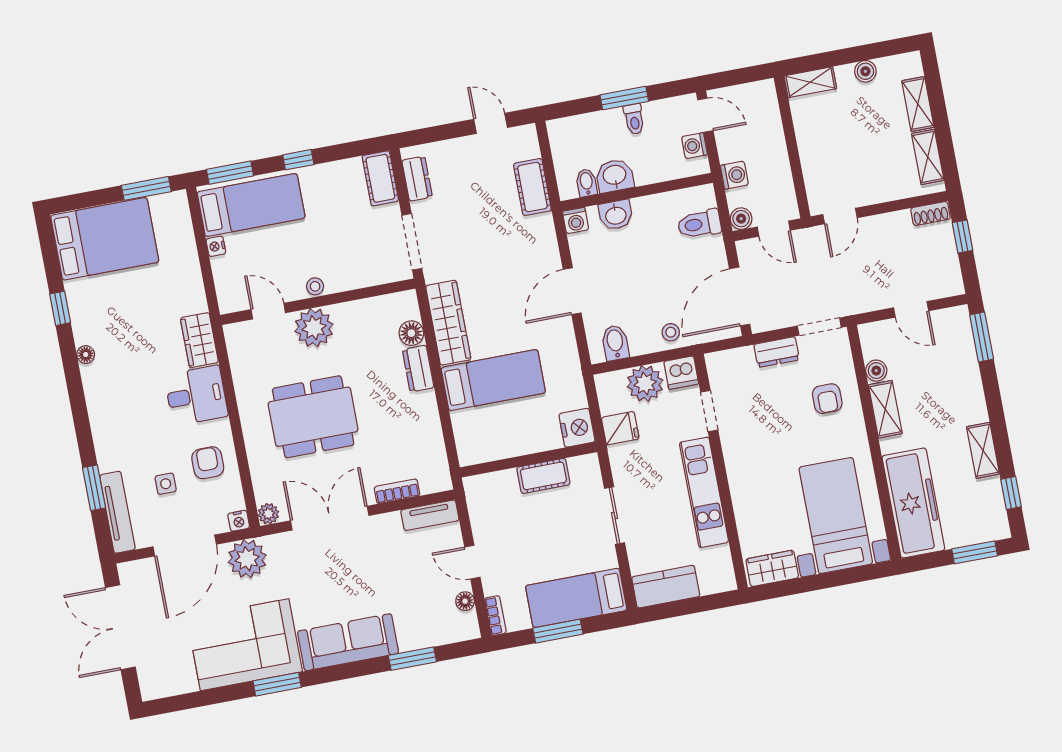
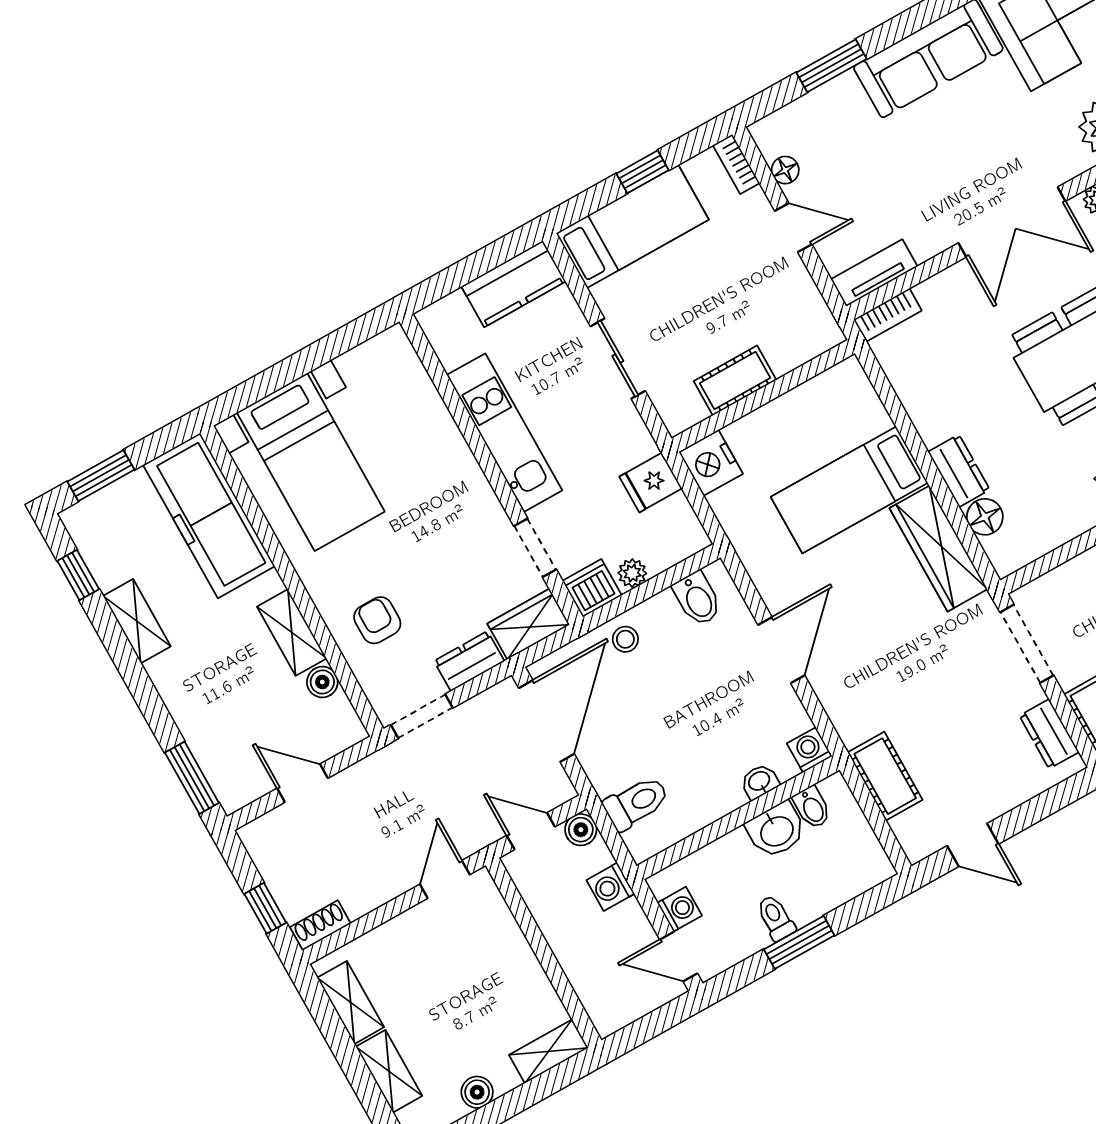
washbasin: (616, 215) -> (759, 782), width x0.72, depth x0.69
plant: (645, 384) -> (632, 573), width x0.53, depth x0.53
bookcase: (397, 491) -> (888, 315), moved
wardrobe: (772, 568) -> (528, 624), moved, turned 180
window: (558, 631) -> (642, 172), width x0.67

